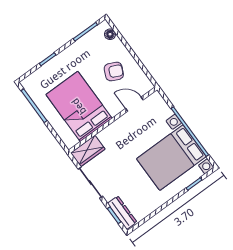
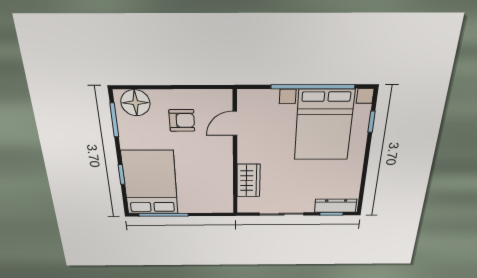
floor lamp: (110, 34) -> (135, 103), width x1.89, depth x1.89
armchair: (114, 72) -> (182, 120), turned 65
bed: (79, 106) -> (150, 183), moved, turned 90
wardrobe: (88, 151) -> (248, 180), moved

